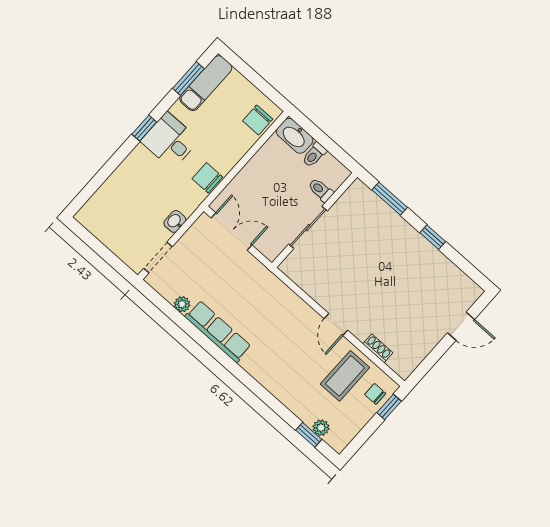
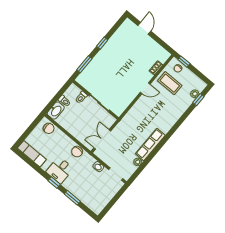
window: (188, 79) -> (72, 198), moved

